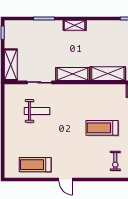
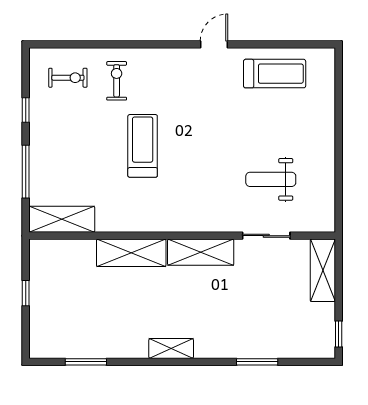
shelving: (75, 25) -> (171, 349), moved
treadmill: (102, 128) -> (143, 146), turned -90
door: (66, 179) -> (214, 44), hinge flipped

